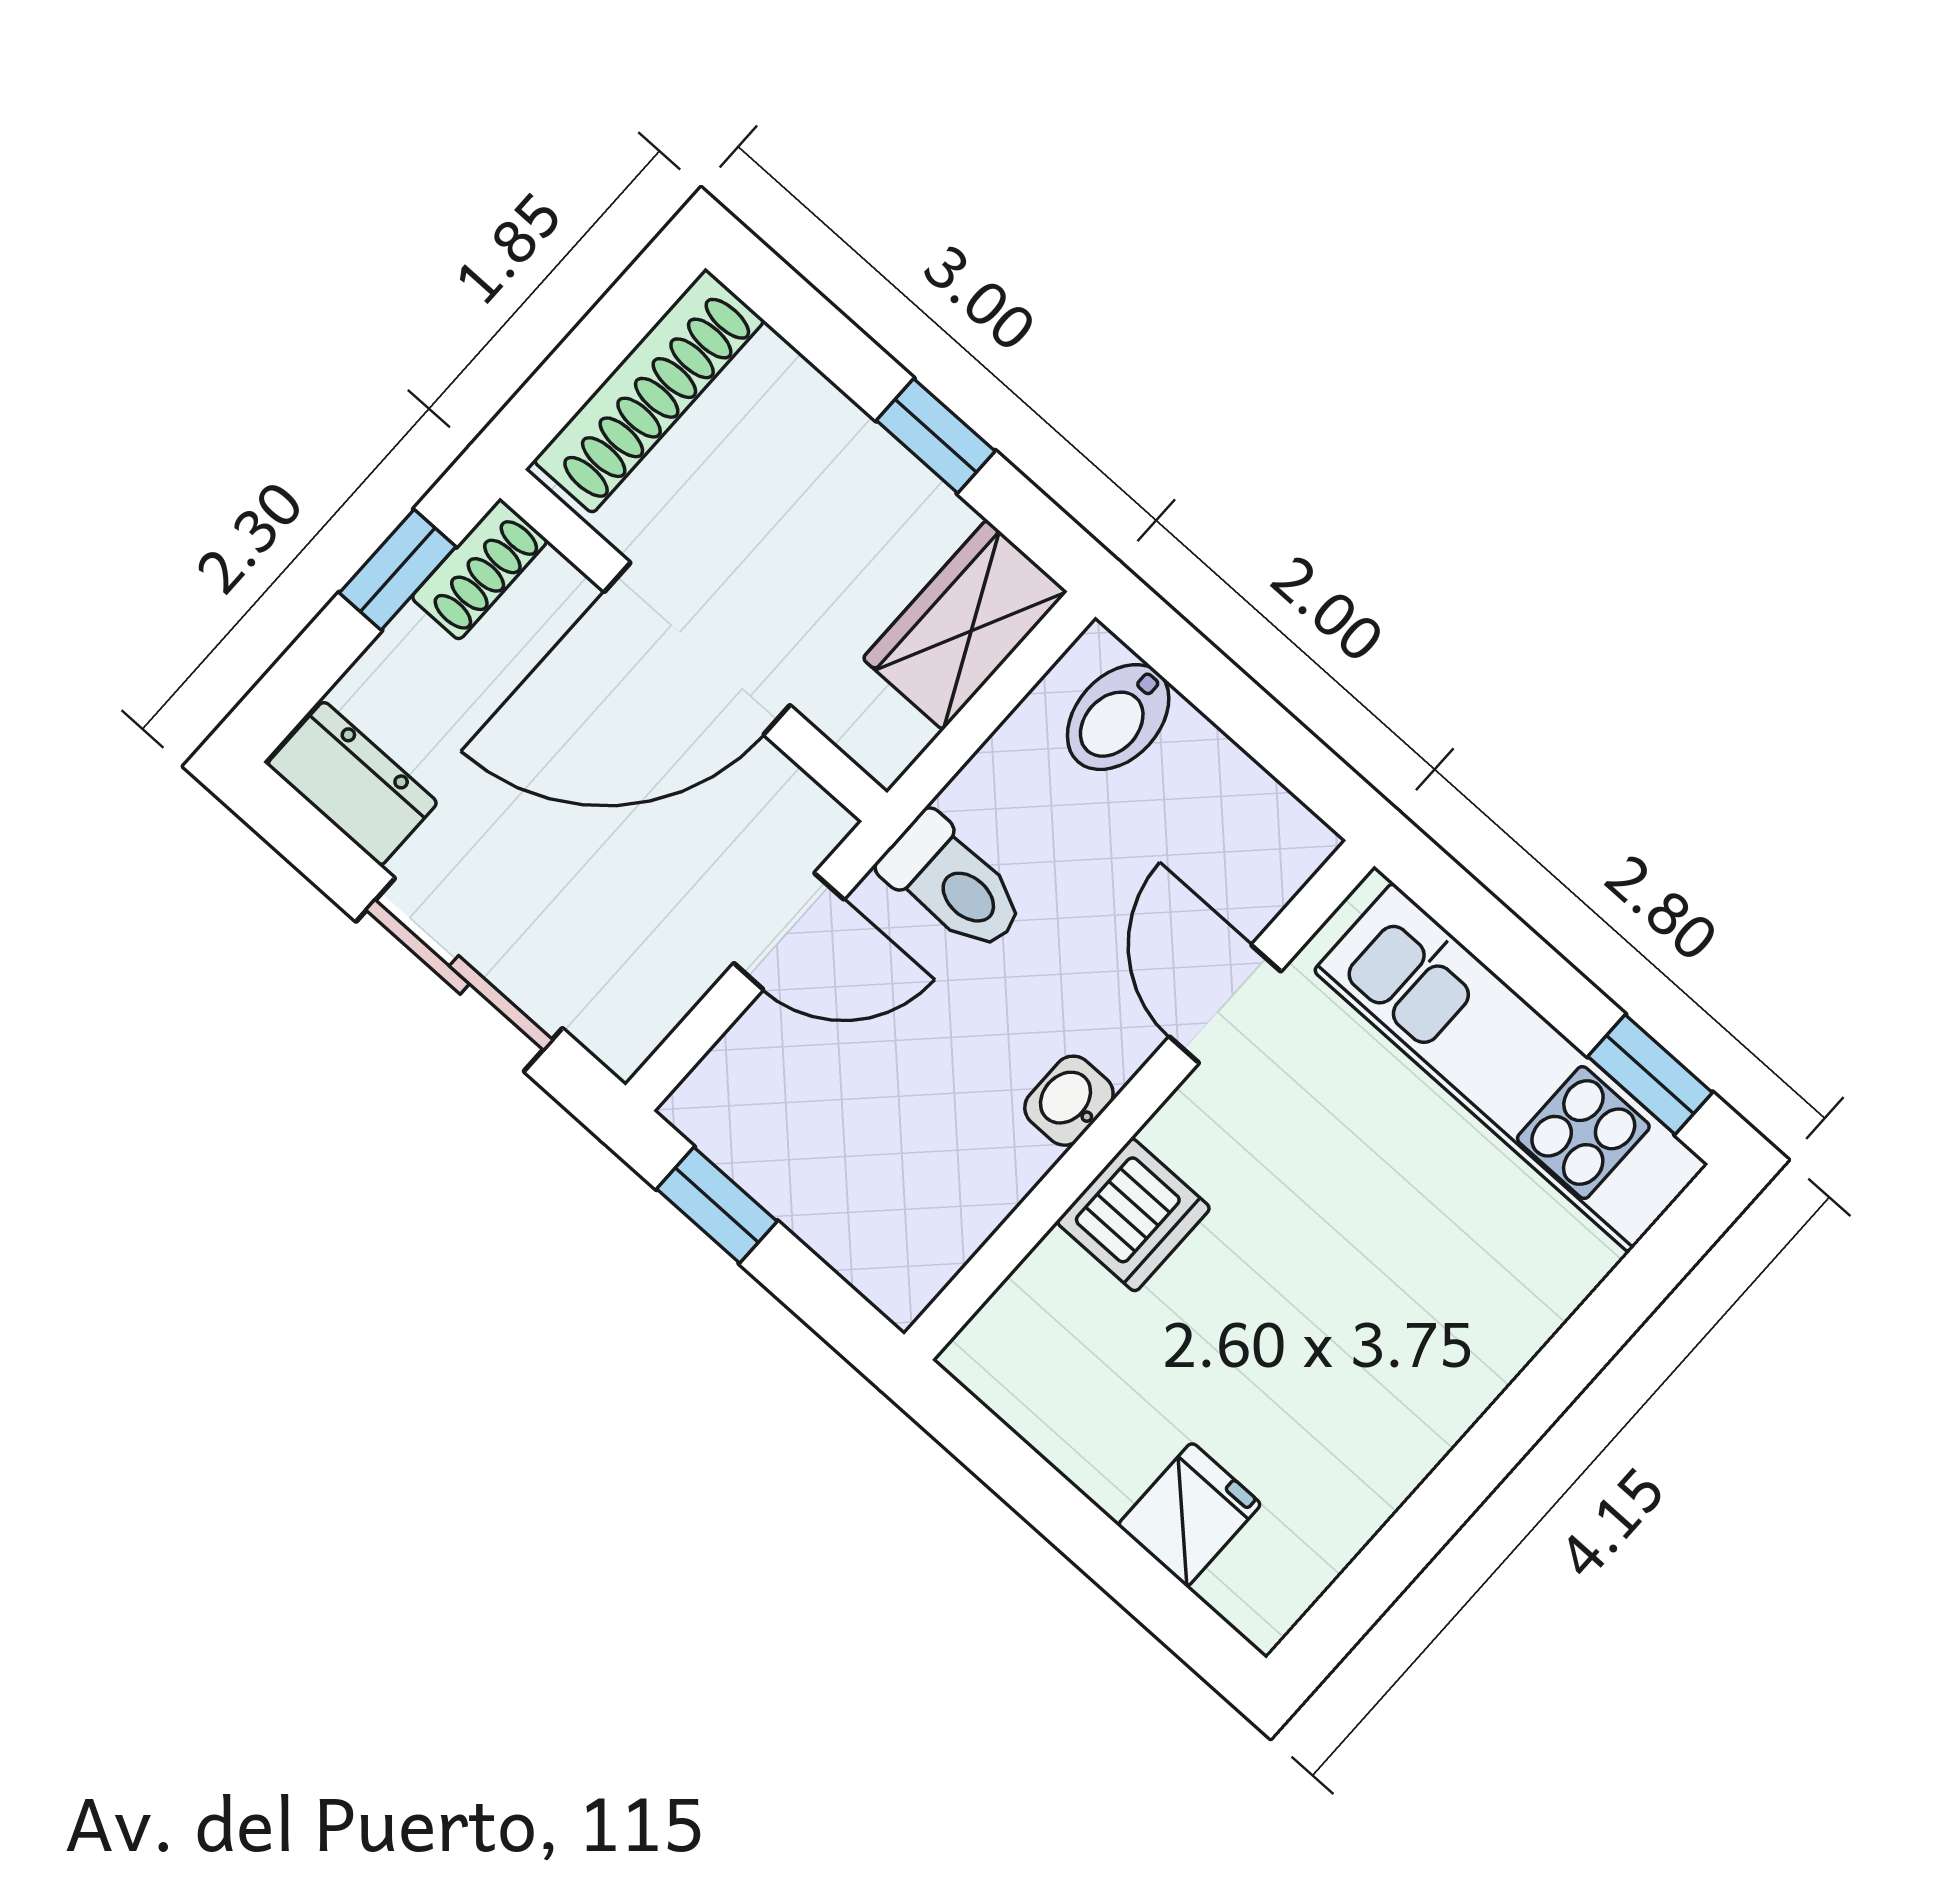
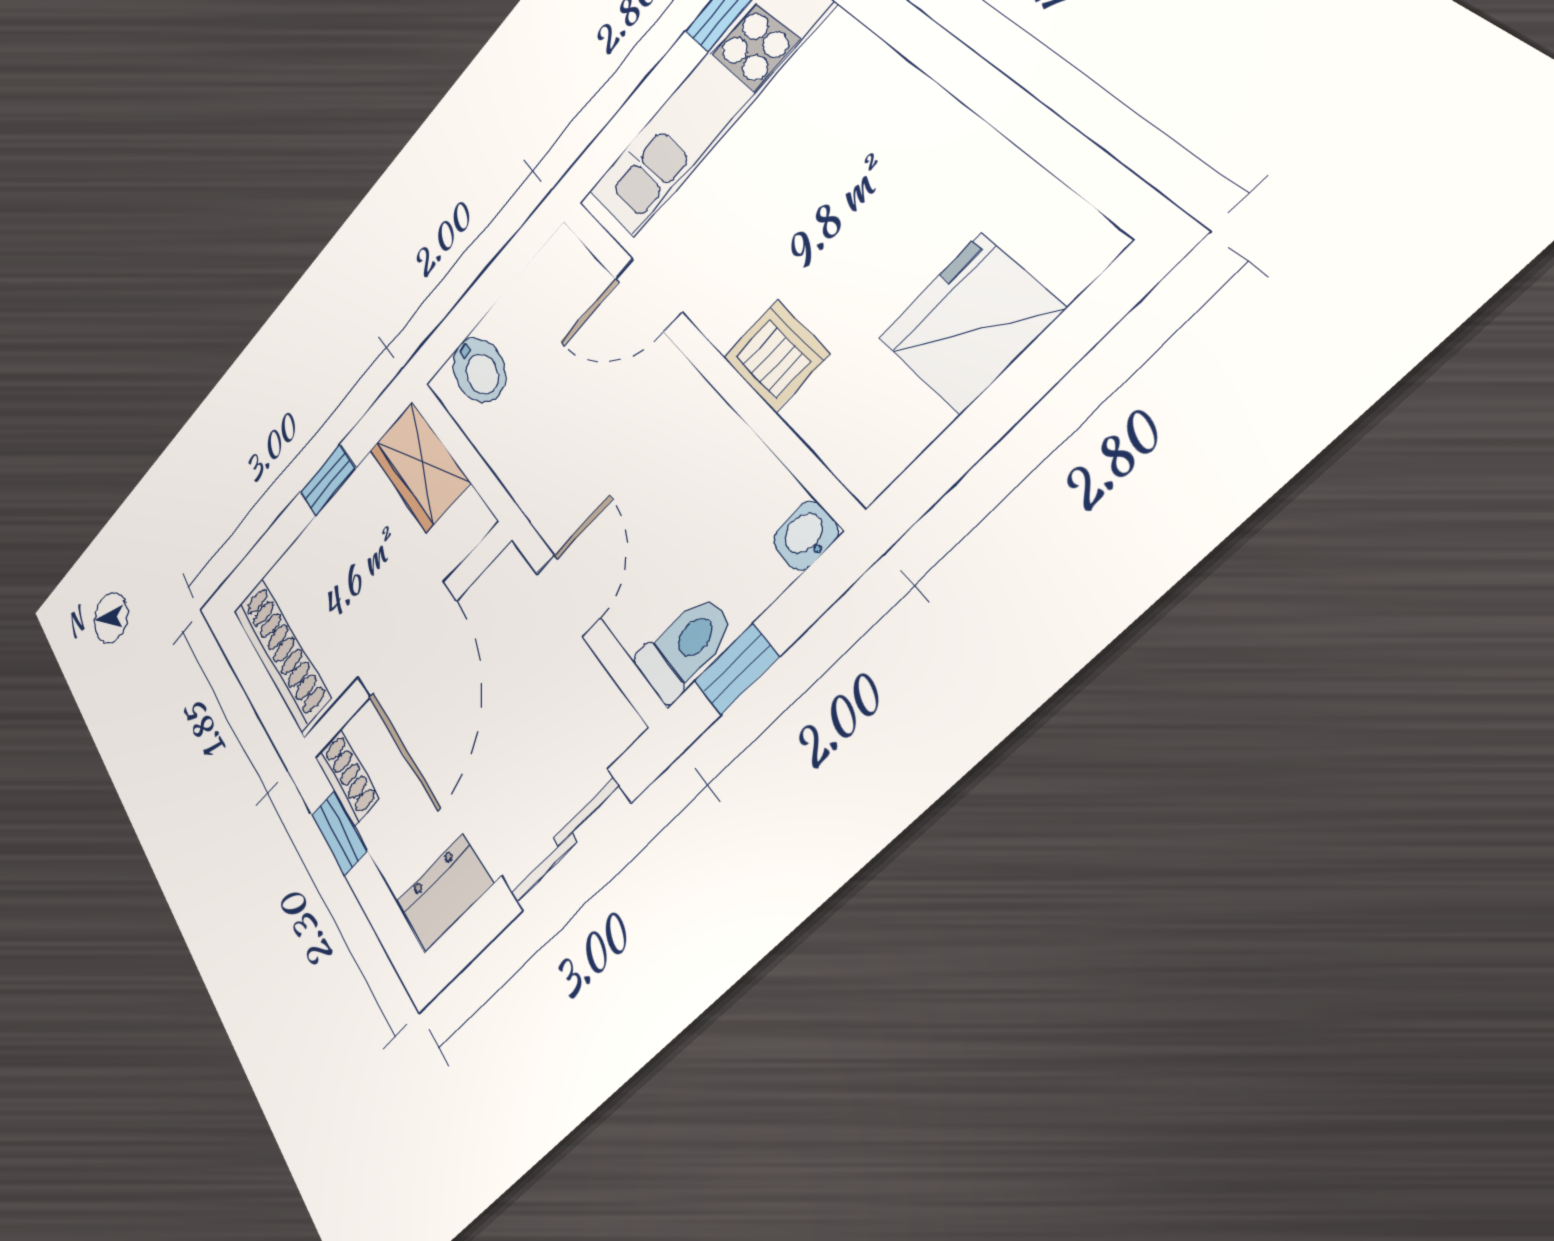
toilet: (953, 884) -> (685, 648), moved
washbasin: (1069, 1101) -> (806, 536), moved, turned 90
fridge: (1189, 1515) -> (970, 323), width x1.88, depth x1.34

